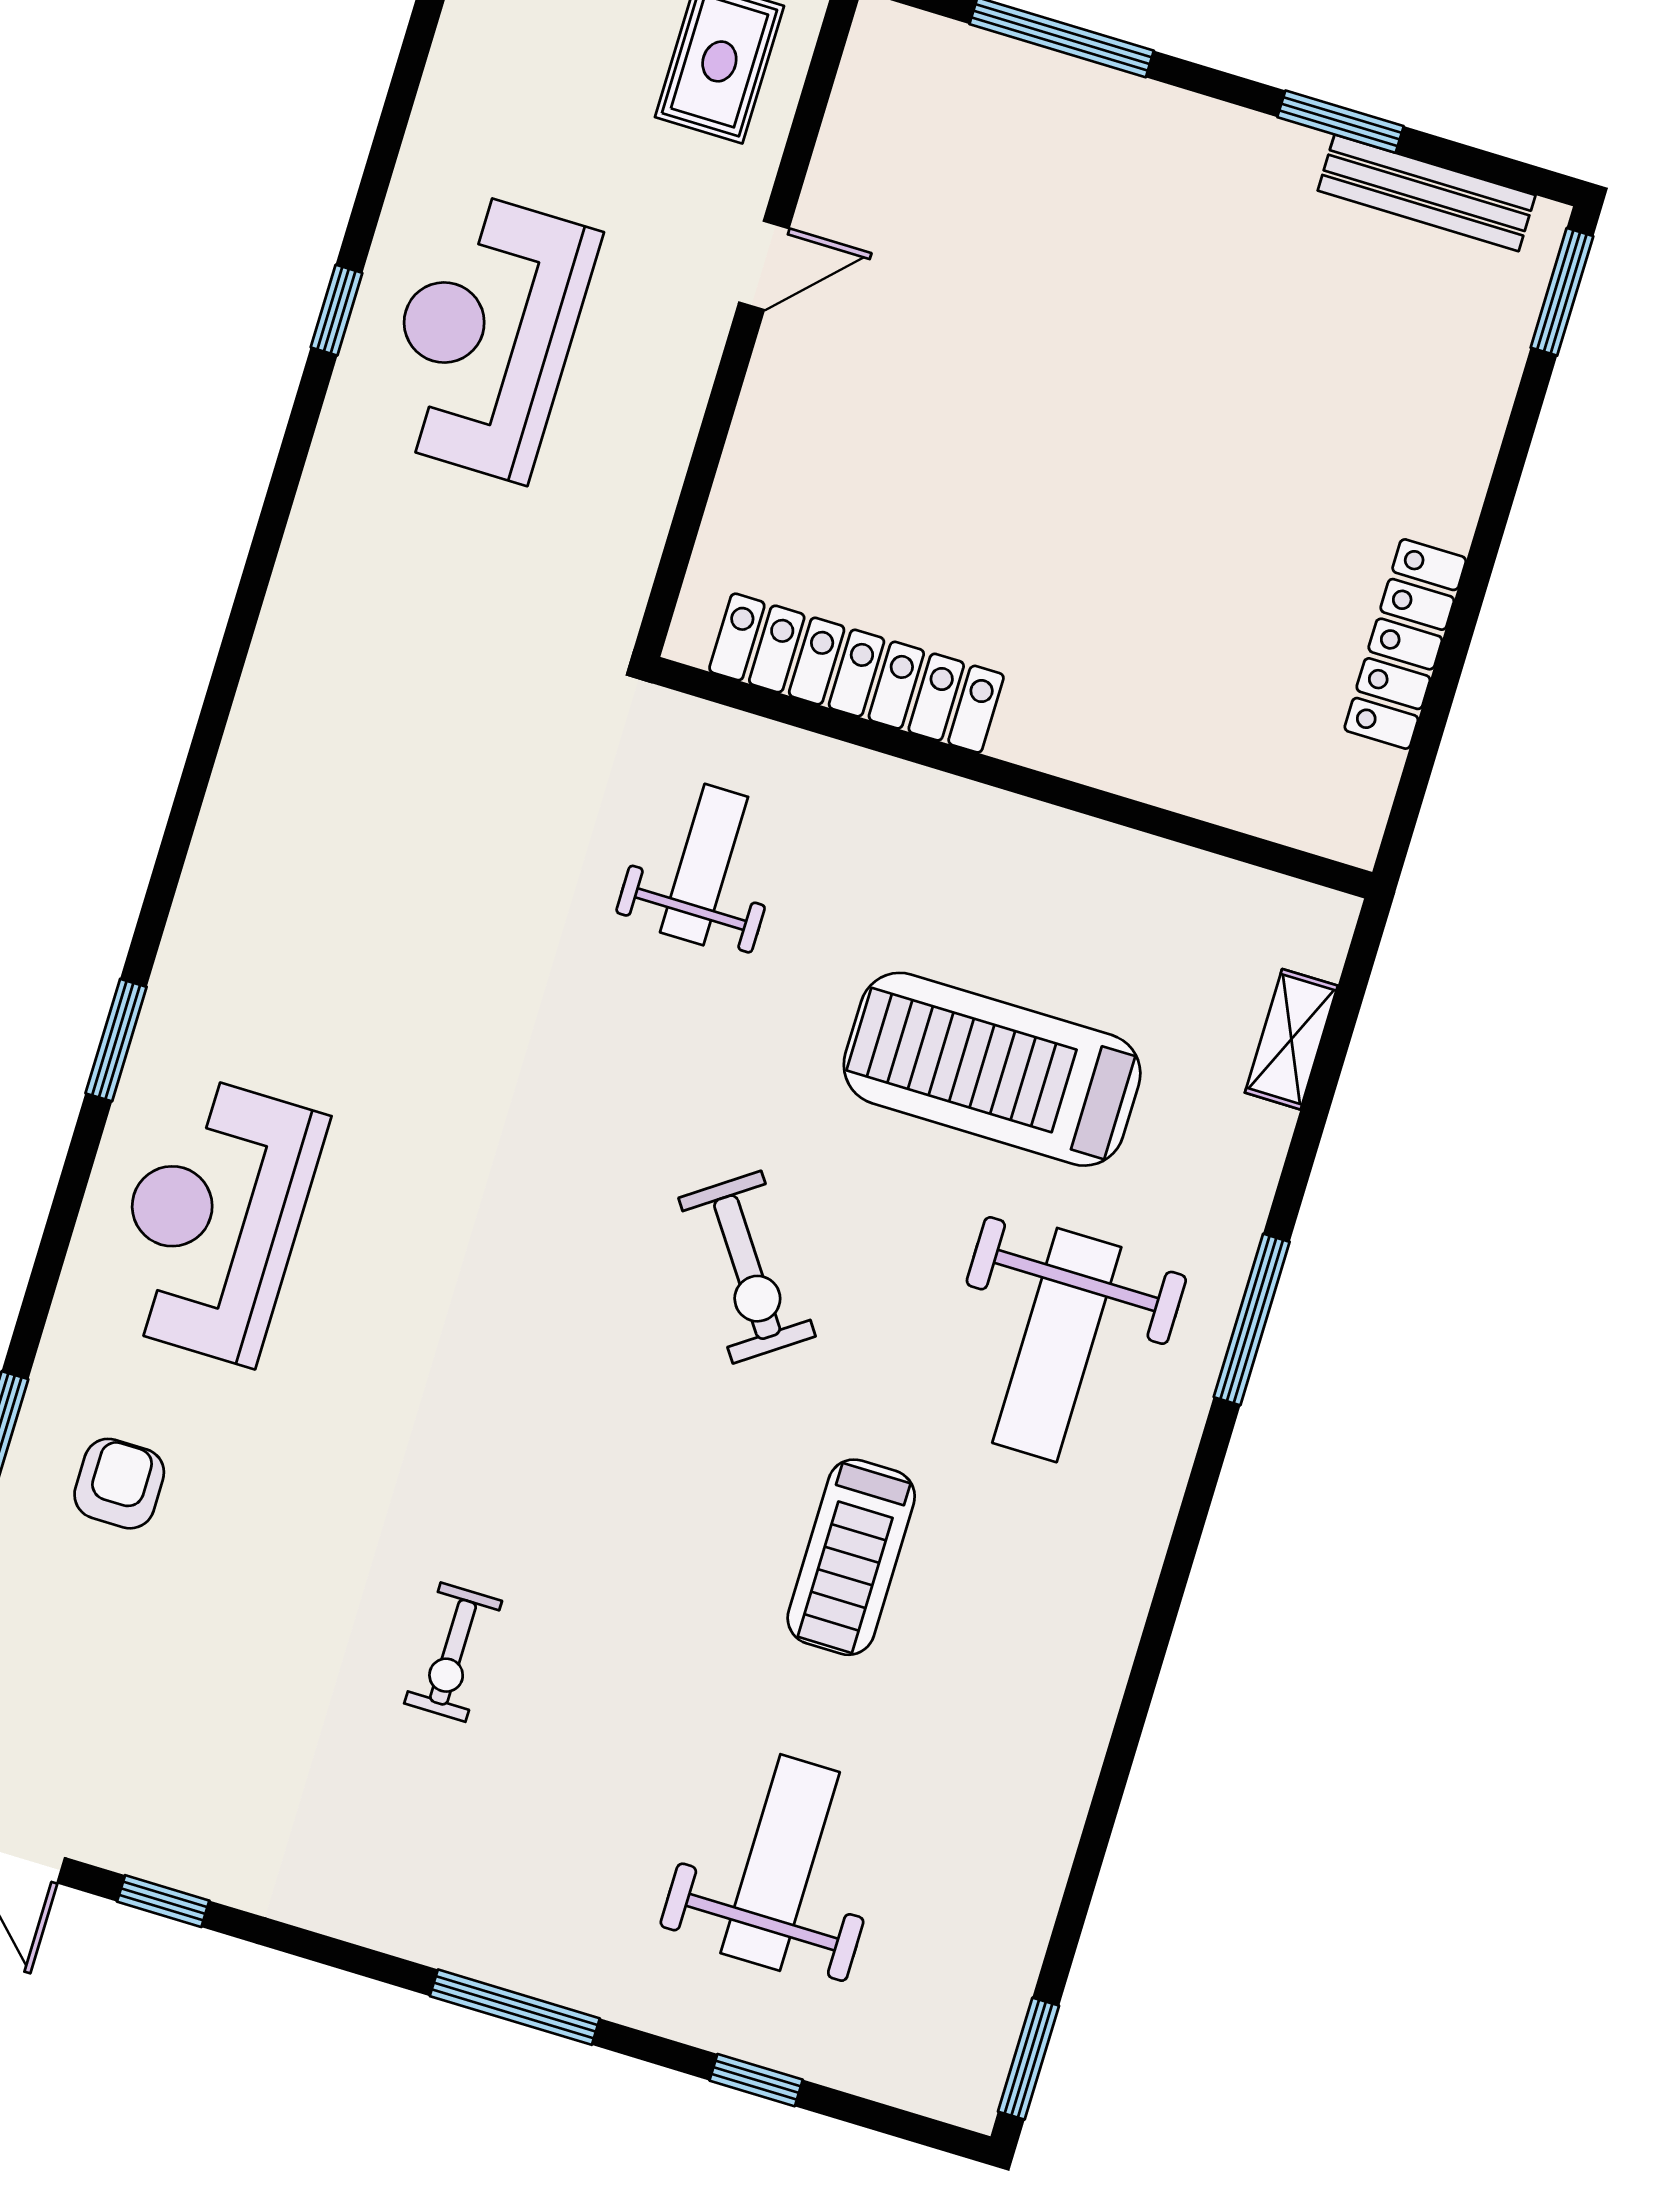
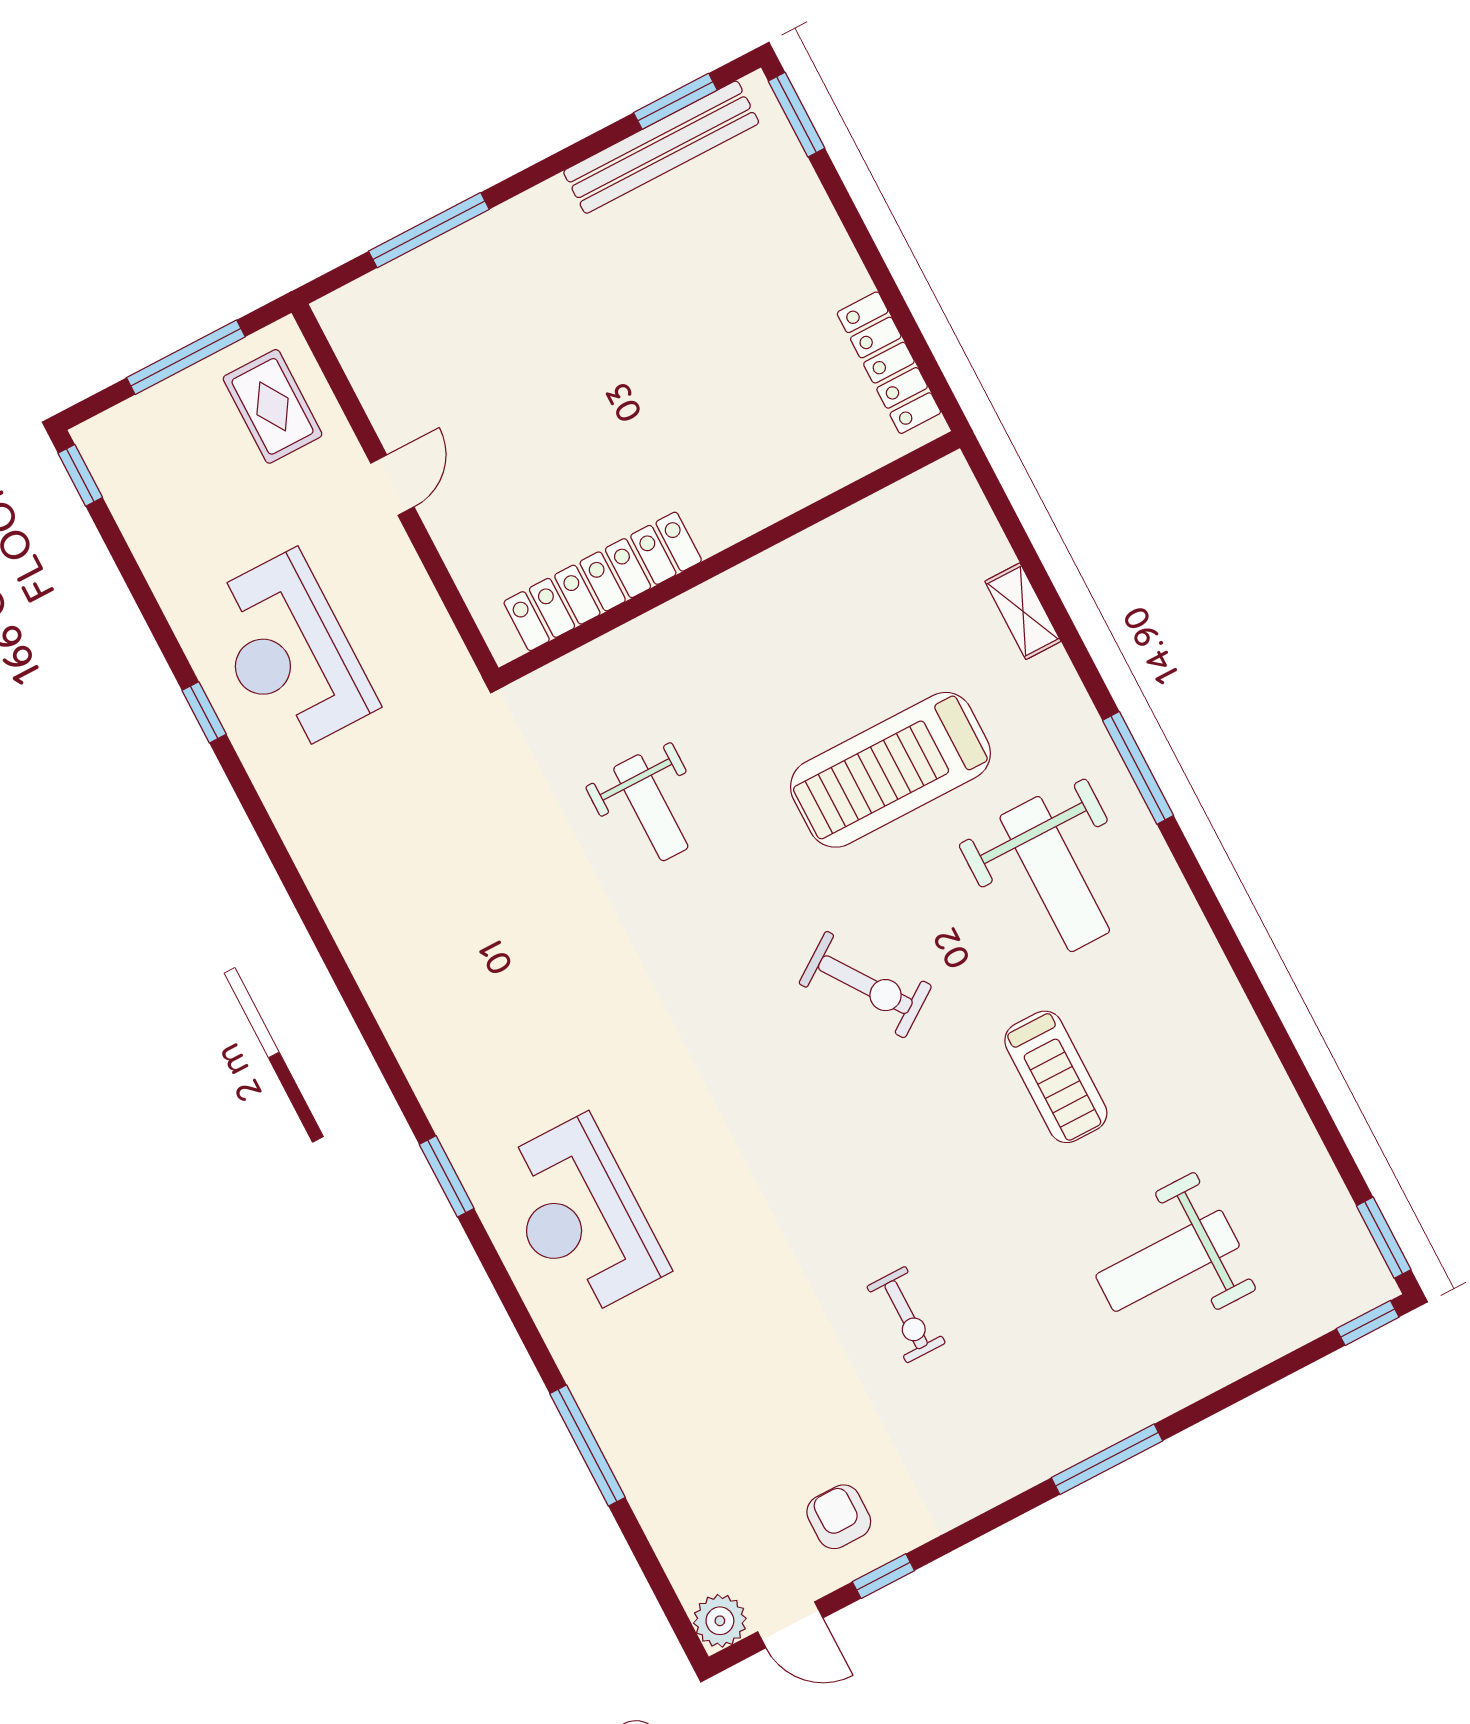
window: (1340, 122) -> (675, 101), moved
bench: (1427, 193) -> (661, 147), width x1.37, depth x1.21
locker: (856, 673) -> (603, 581), moved
wall: (1012, 778) -> (729, 558), moved
weight bench: (704, 865) -> (651, 808), turned 180
armchair: (119, 1484) -> (839, 1517), moved
weight bench: (780, 1863) -> (1168, 1261), turned -90
window: (756, 2080) -> (1368, 1323), moved

